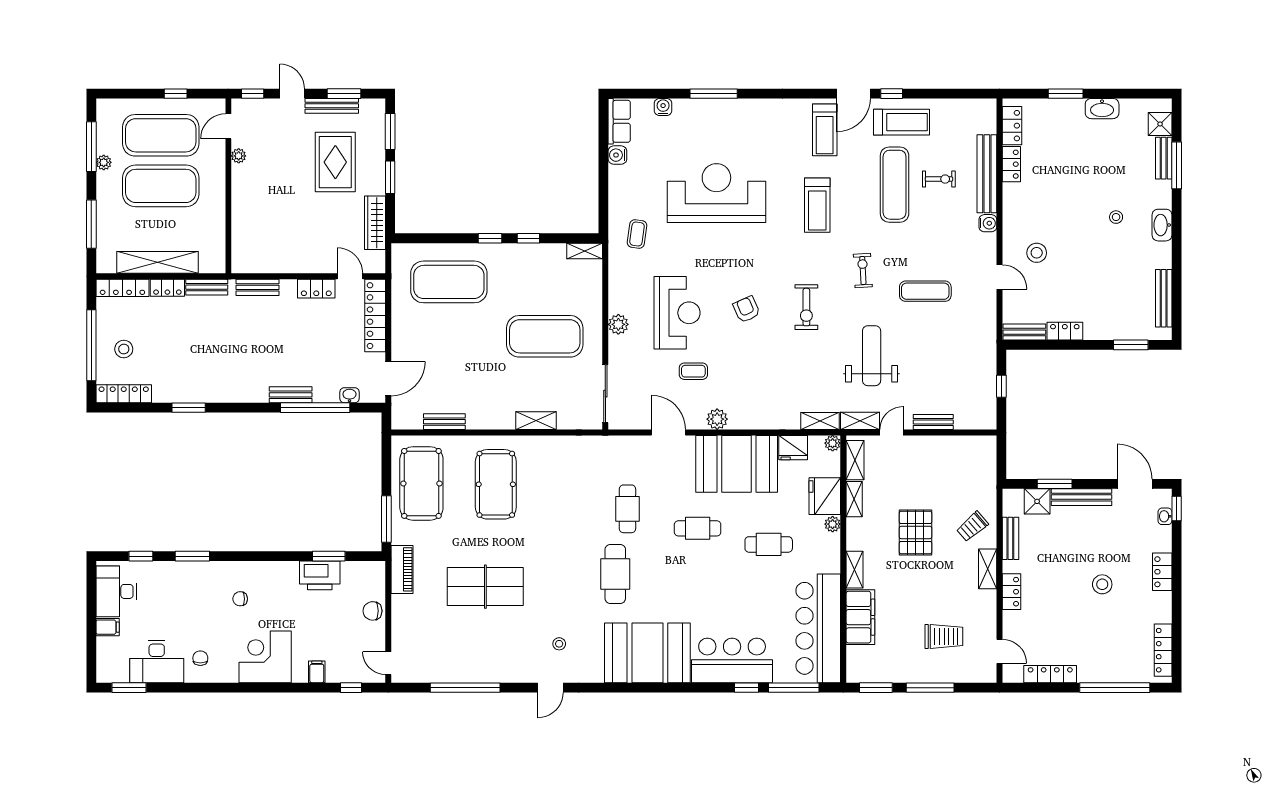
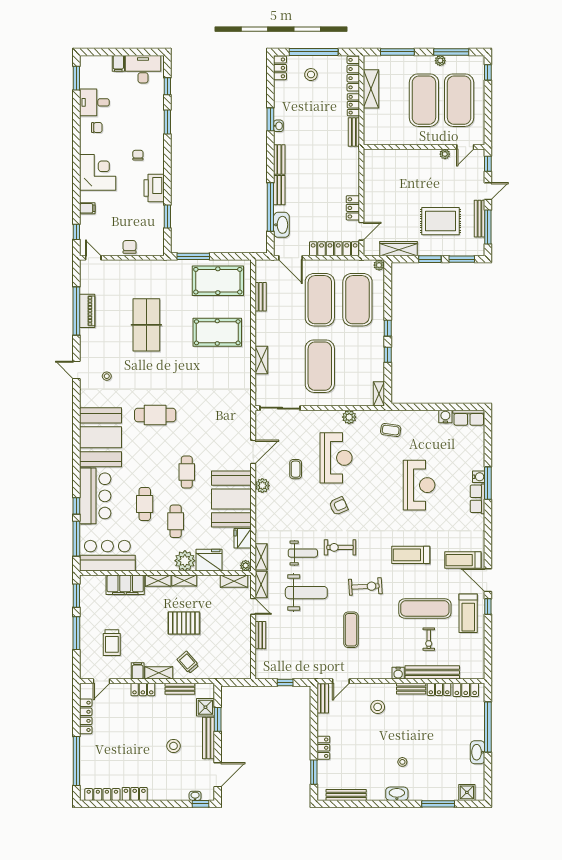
window: (176, 94) -> (488, 72), moved
window: (344, 94) -> (488, 227), width x1.44
window: (1066, 94) -> (488, 727), width x2.11
water cooler: (663, 107) -> (479, 477), moved
row of seats: (736, 109) -> (477, 499), added
door: (228, 126) -> (465, 147), swing flipped
bench: (1164, 158) -> (411, 689), moved
reception desk: (716, 193) -> (419, 485), width x0.74, depth x0.77
plant: (399, 251) -> (379, 265), added
shelving: (157, 262) -> (371, 89), width x0.68
exercise bike: (863, 271) -> (365, 587), width x1.38, depth x1.39
door: (999, 277) -> (341, 681), moved
bench: (257, 287) -> (279, 159), moved
reception desk: (677, 313) -> (336, 458), turned -90
plant: (618, 324) -> (349, 417), moved
locker: (1065, 331) -> (323, 748), moved
exercise mat: (449, 336) -> (320, 300), added
weight bench: (814, 361) -> (303, 553), added
locker: (124, 394) -> (280, 68), width x0.66
washbasin: (349, 395) -> (281, 225), width x1.91, depth x1.45
washbasin: (198, 396) -> (278, 126), added
shelving: (854, 499) -> (184, 581), moved
cafe table: (627, 509) -> (145, 504), moved, turned 90
plant: (833, 524) -> (185, 561), width x1.87, depth x1.87
piano: (402, 569) -> (87, 311), moved, turned -90
locker: (1162, 572) -> (135, 794), moved
printer: (320, 575) -> (154, 188), moved
stool: (1102, 584) -> (173, 746), moved
filing cabinet: (985, 599) -> (138, 671), added
bar counter: (818, 628) -> (107, 556), width x0.73
desk: (157, 662) -> (94, 102), width x0.73
door: (388, 663) -> (93, 258), hinge flipped

